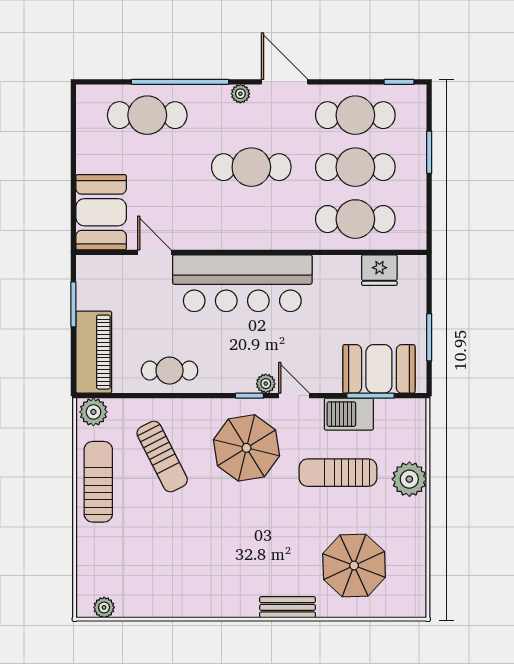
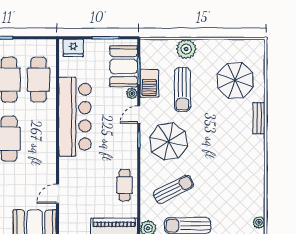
fridge: (379, 270) -> (73, 48), moved, turned 90
bar counter: (242, 283) -> (75, 117), moved
plant: (266, 384) -> (132, 93), moved

